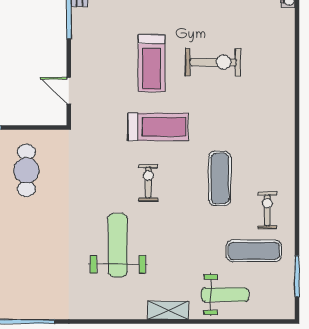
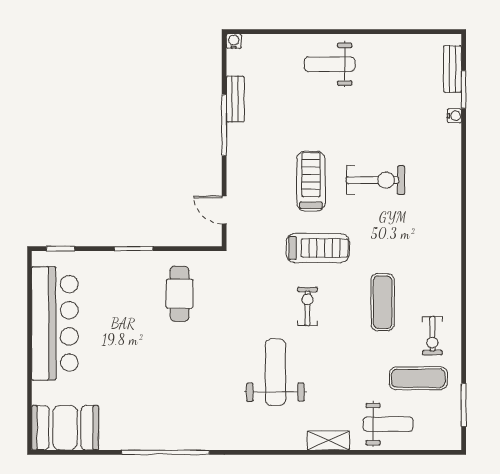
treadmill: (151, 63) -> (311, 181), turned 180
exercise bike: (267, 210) -> (432, 336), turned 180

